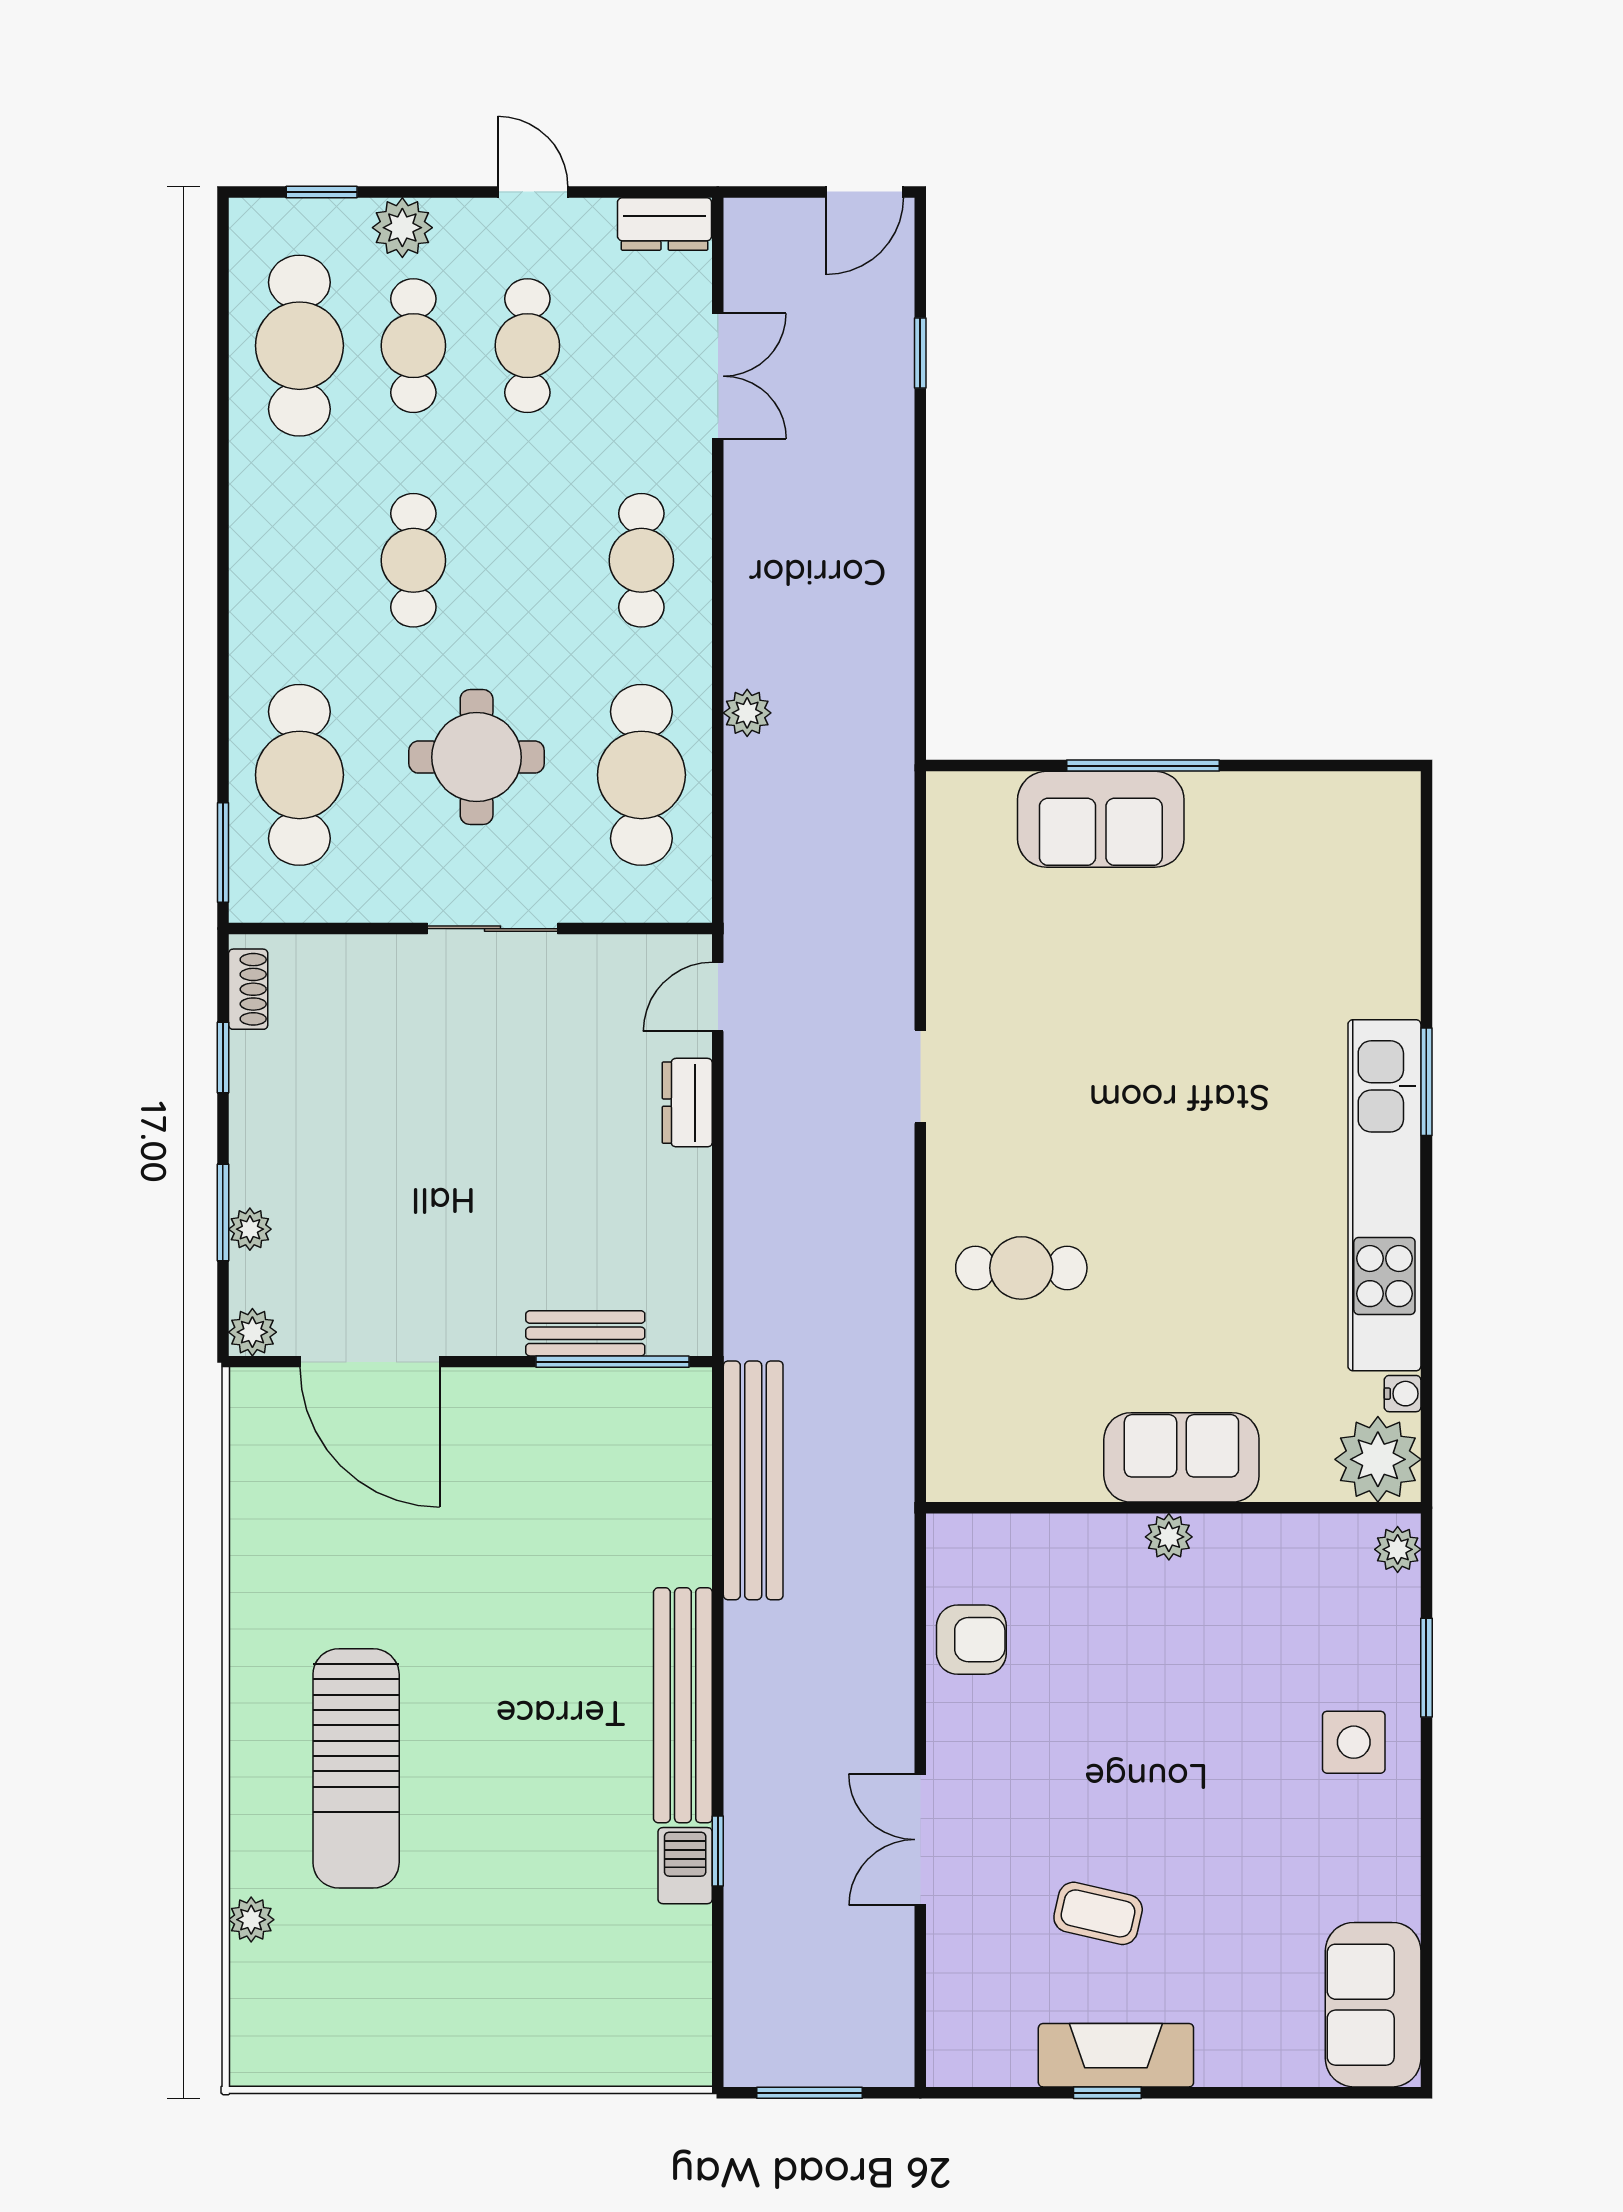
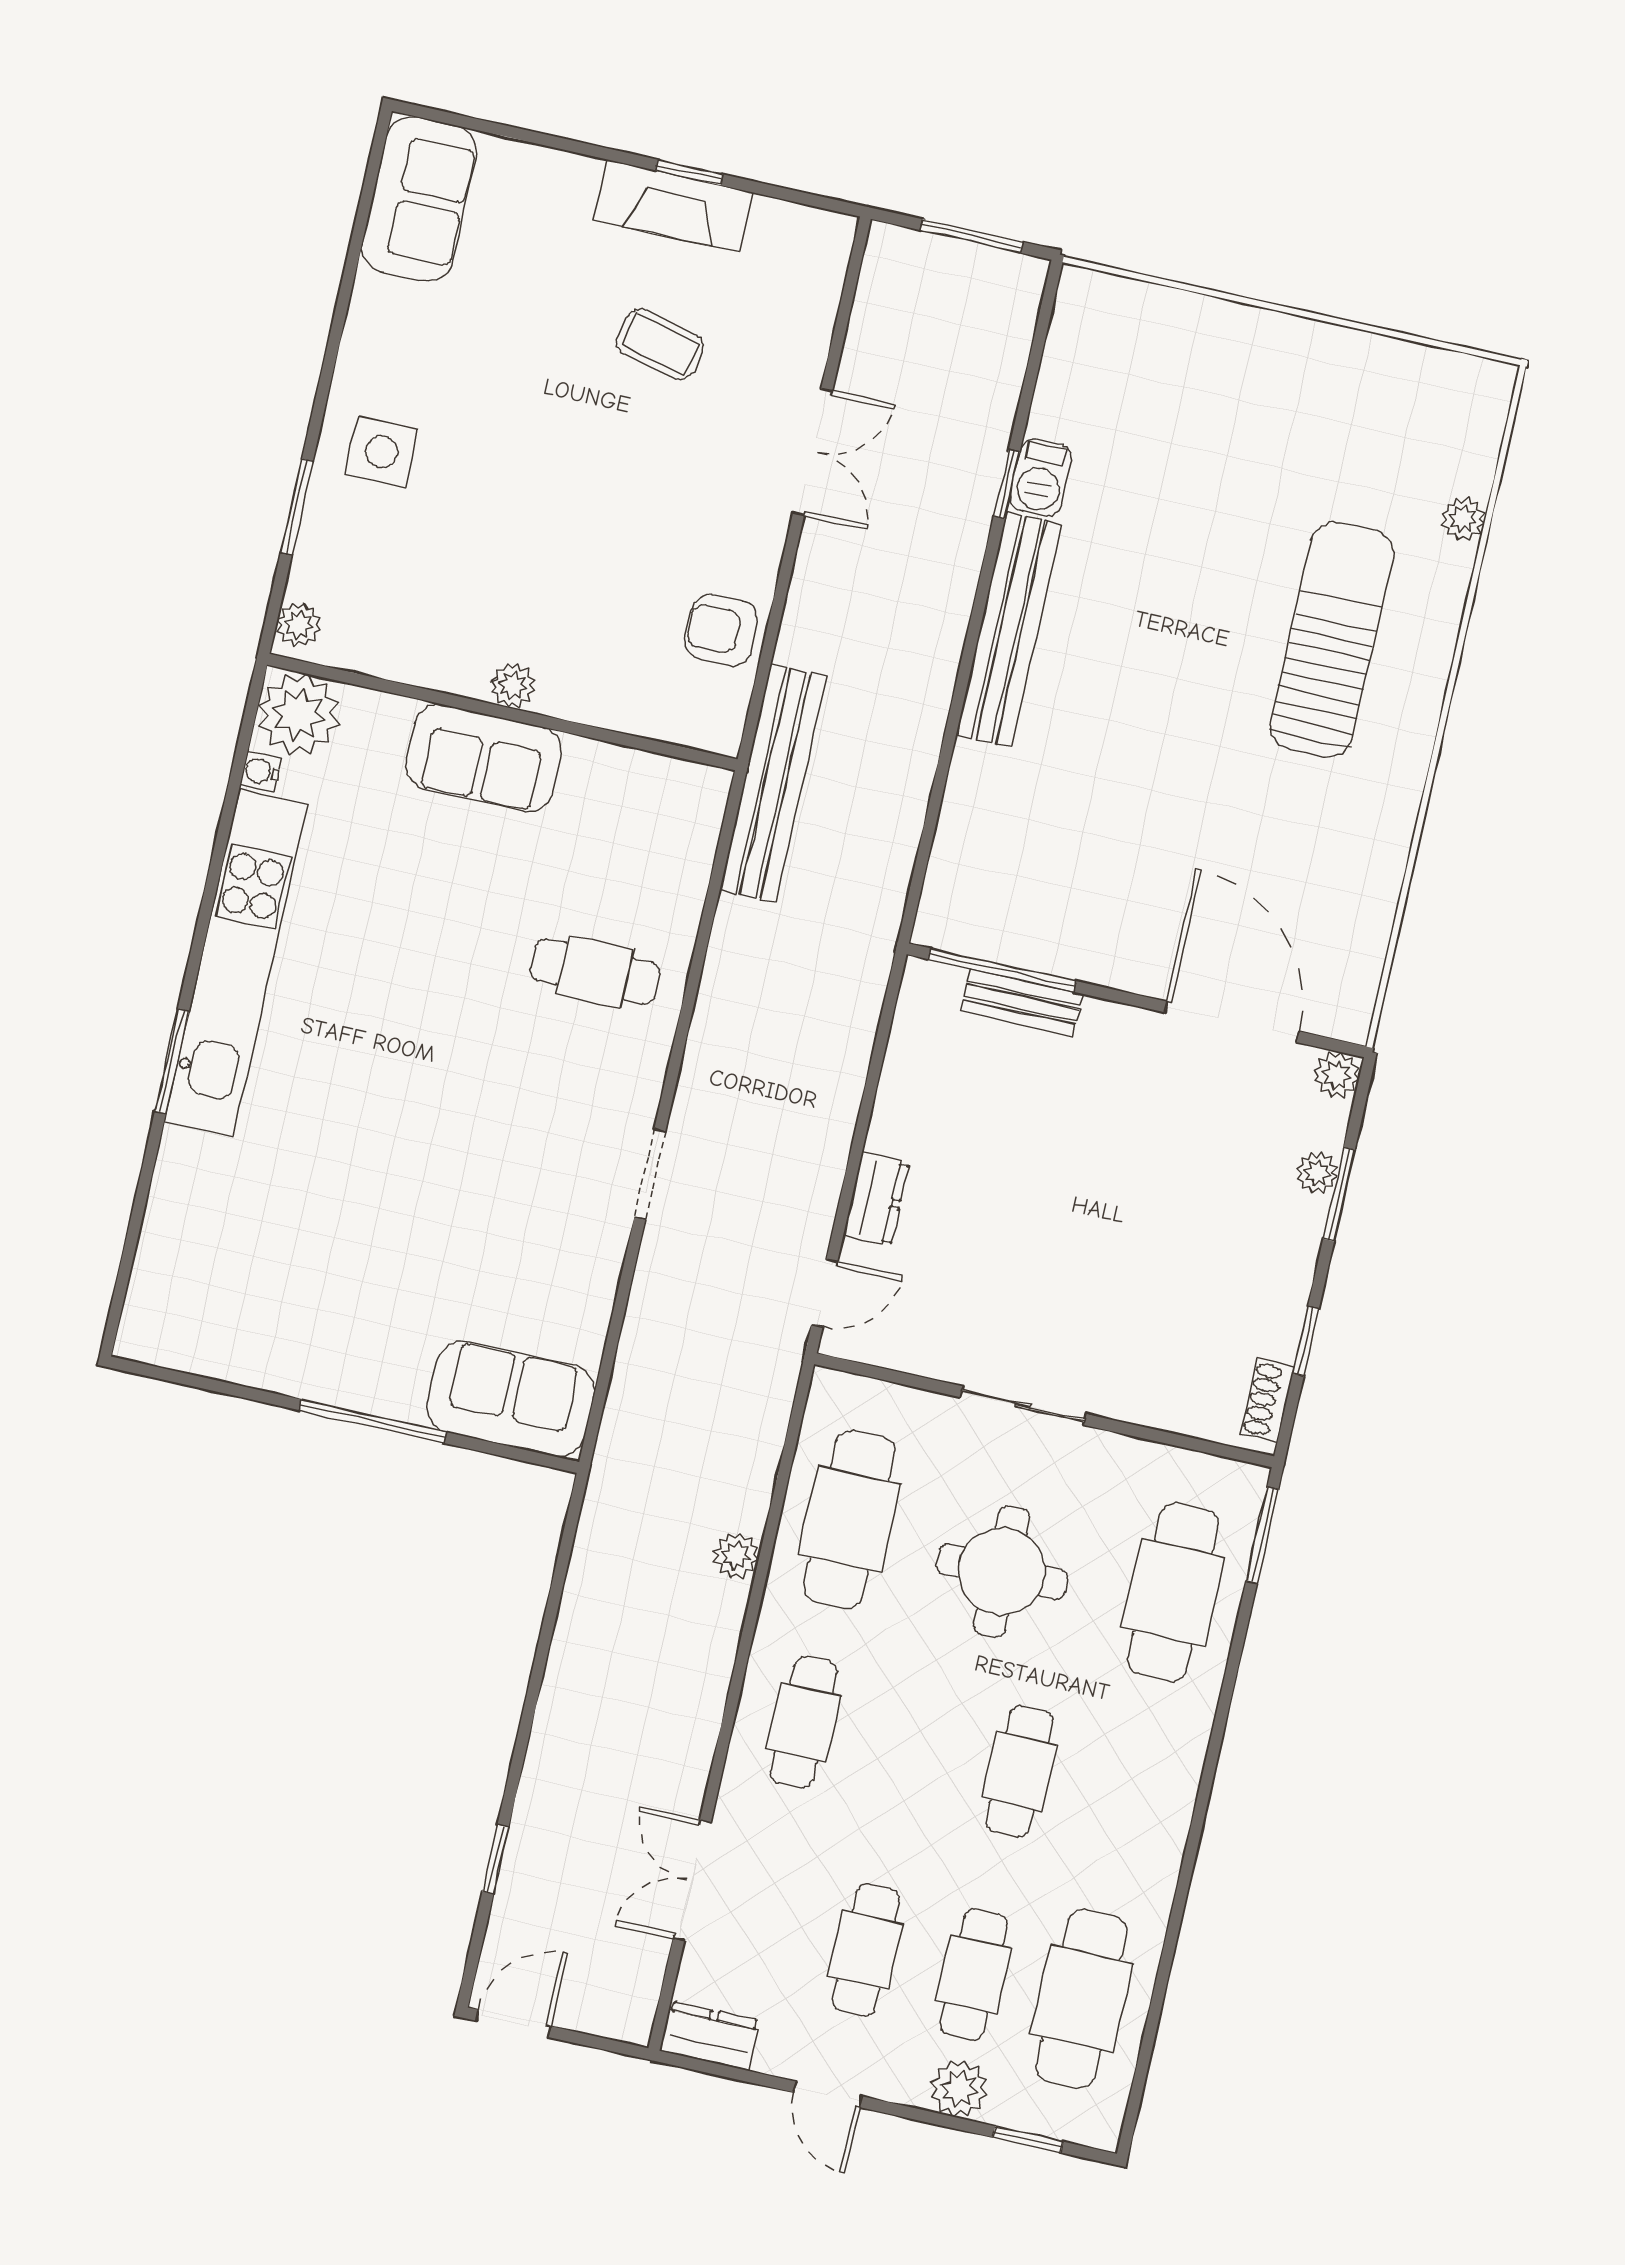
sofa: (1101, 819) -> (511, 1399), moved
bench: (753, 1480) -> (773, 783), moved

